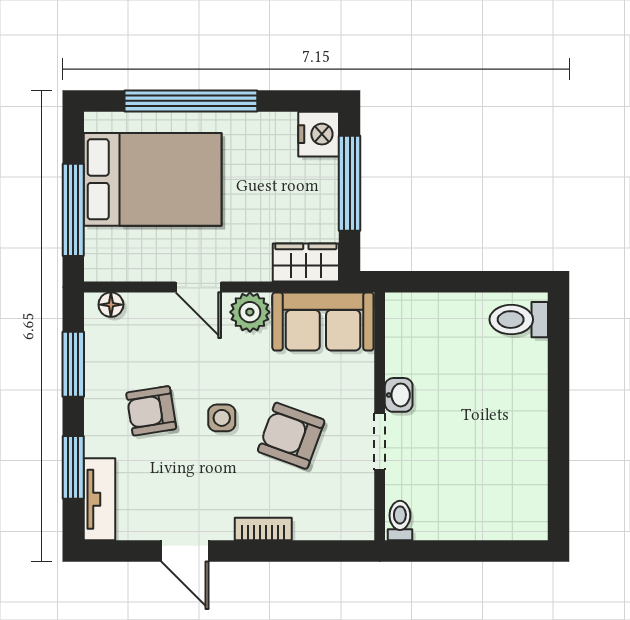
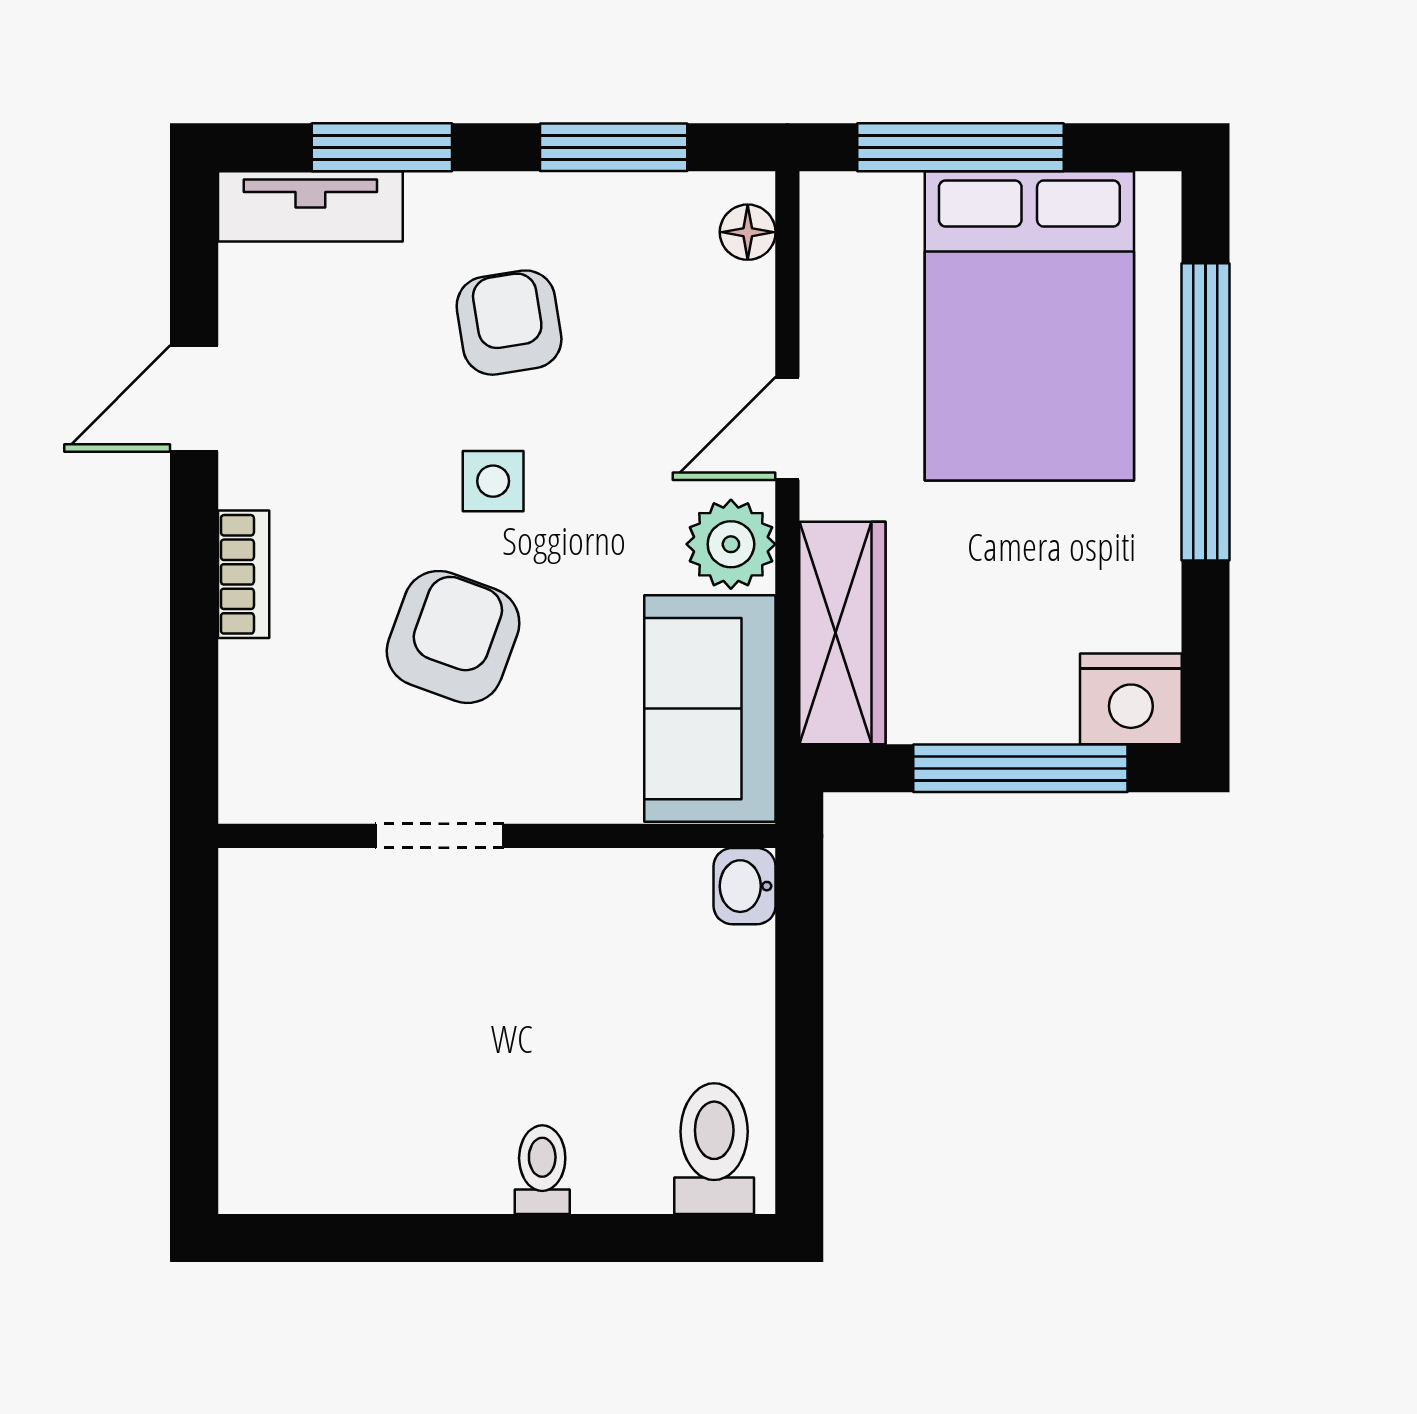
wardrobe: (306, 262) -> (842, 633), width x1.50
washbasin: (399, 395) -> (745, 886), moved, turned 90
toilet: (400, 521) -> (542, 1170), moved, turned -90

